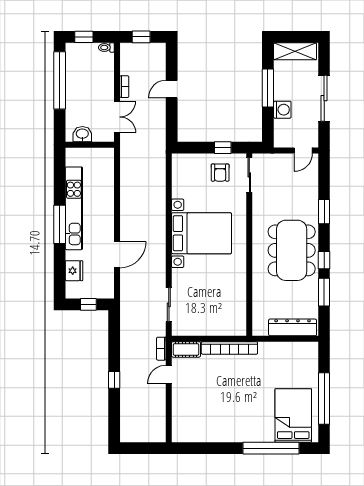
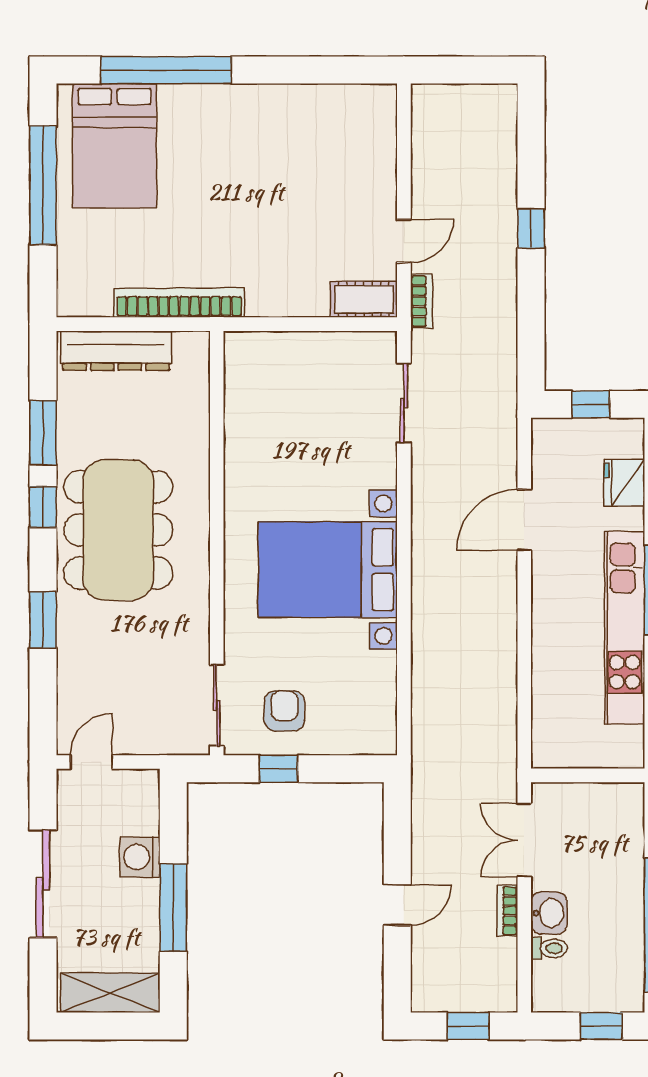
toilet: (106, 48) -> (549, 948), moved
washbasin: (82, 134) -> (549, 913), moved, turned -90
bookcase: (229, 348) -> (179, 303), moved

